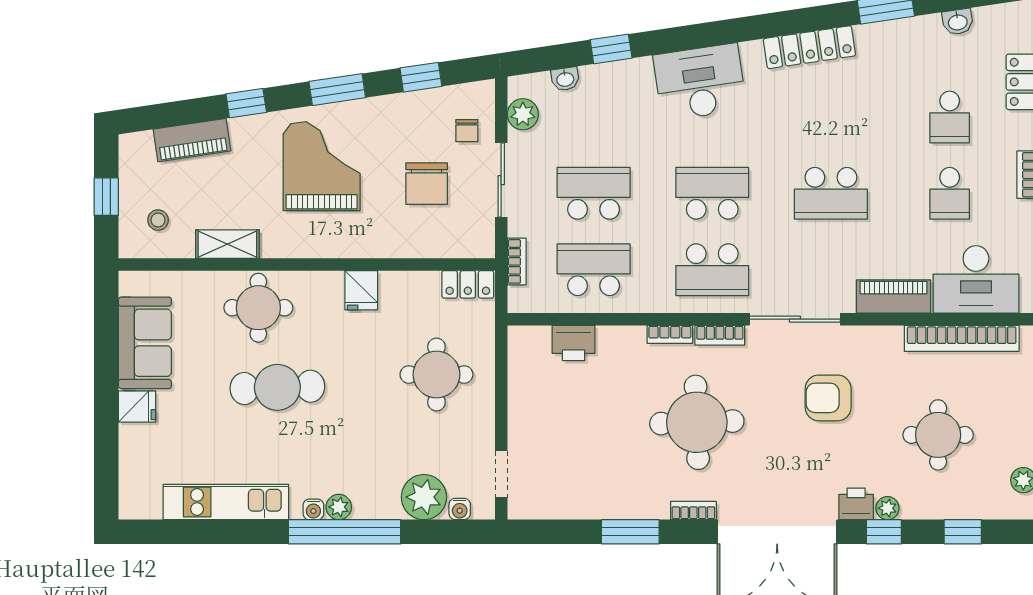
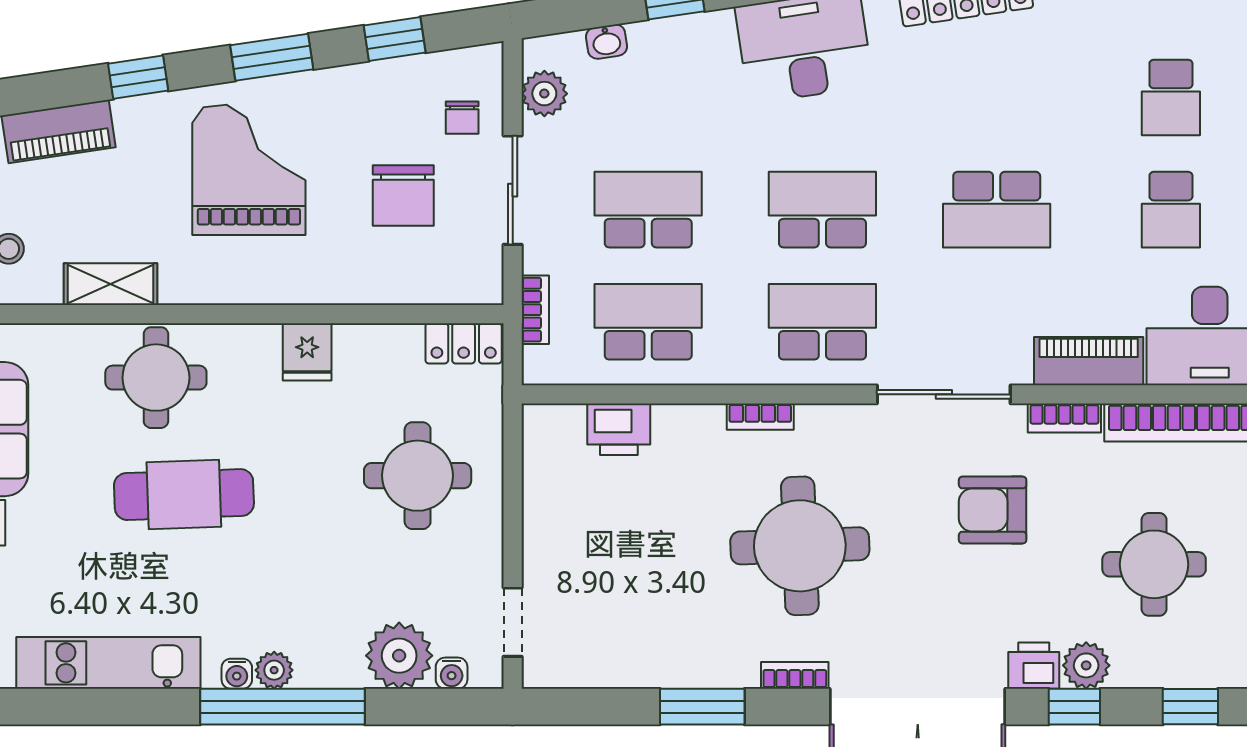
school desk: (712, 270) -> (822, 322), turned 180
bookcase: (720, 335) -> (1064, 418), moved
plant: (887, 508) -> (1086, 665), width x1.38, depth x1.38

